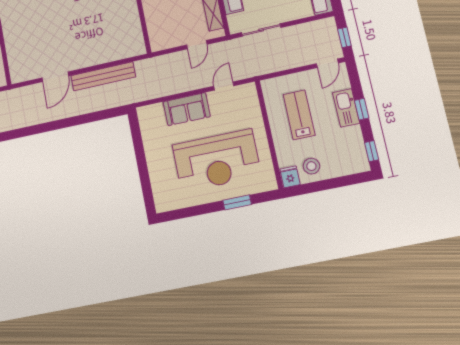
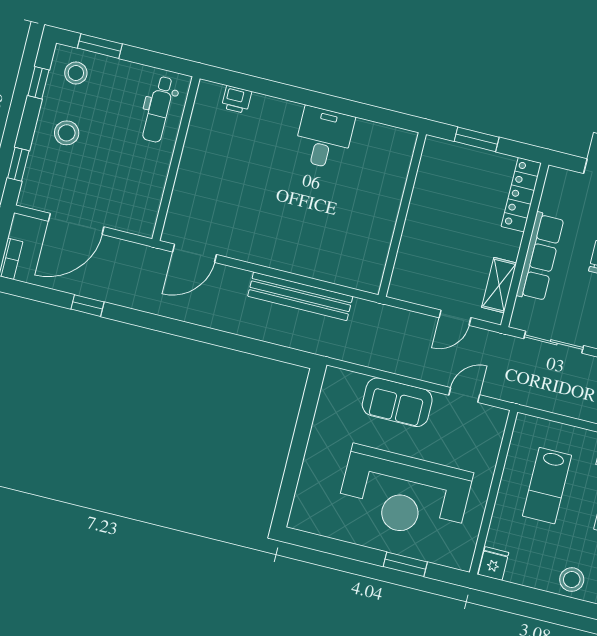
door: (55, 77) -> (194, 253), moved
lab bench: (299, 115) -> (547, 486), turned 180
stool: (311, 166) -> (572, 580), moved

